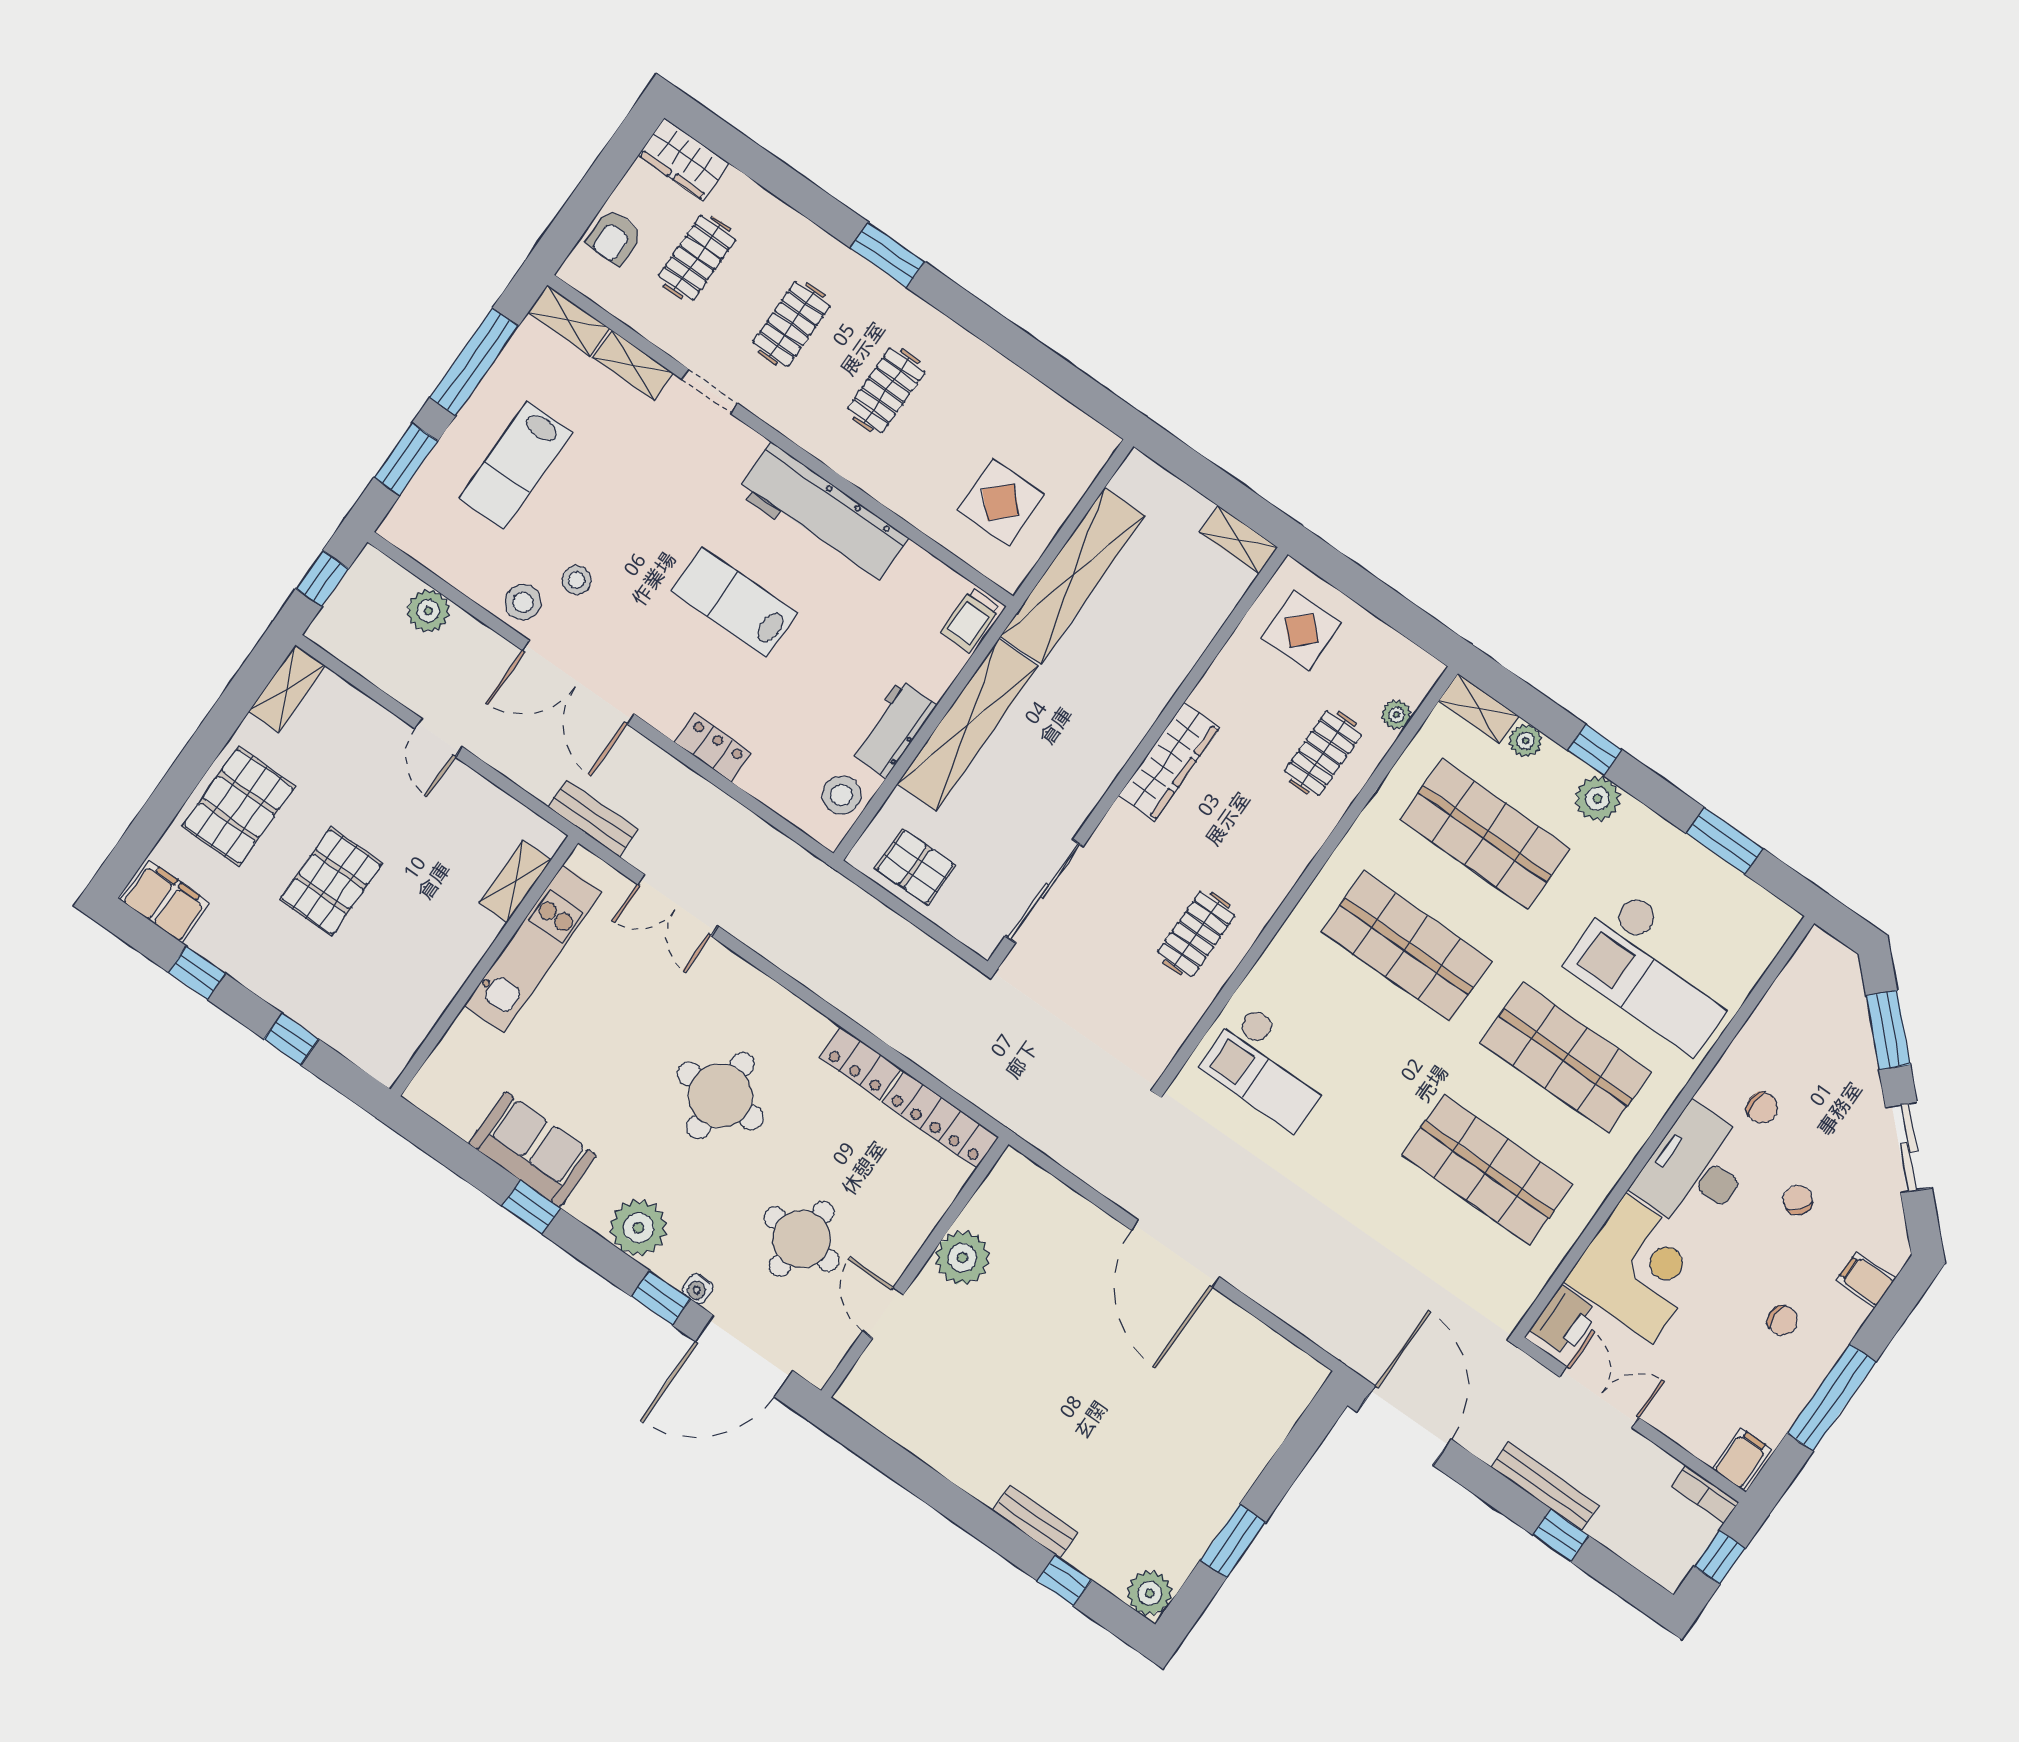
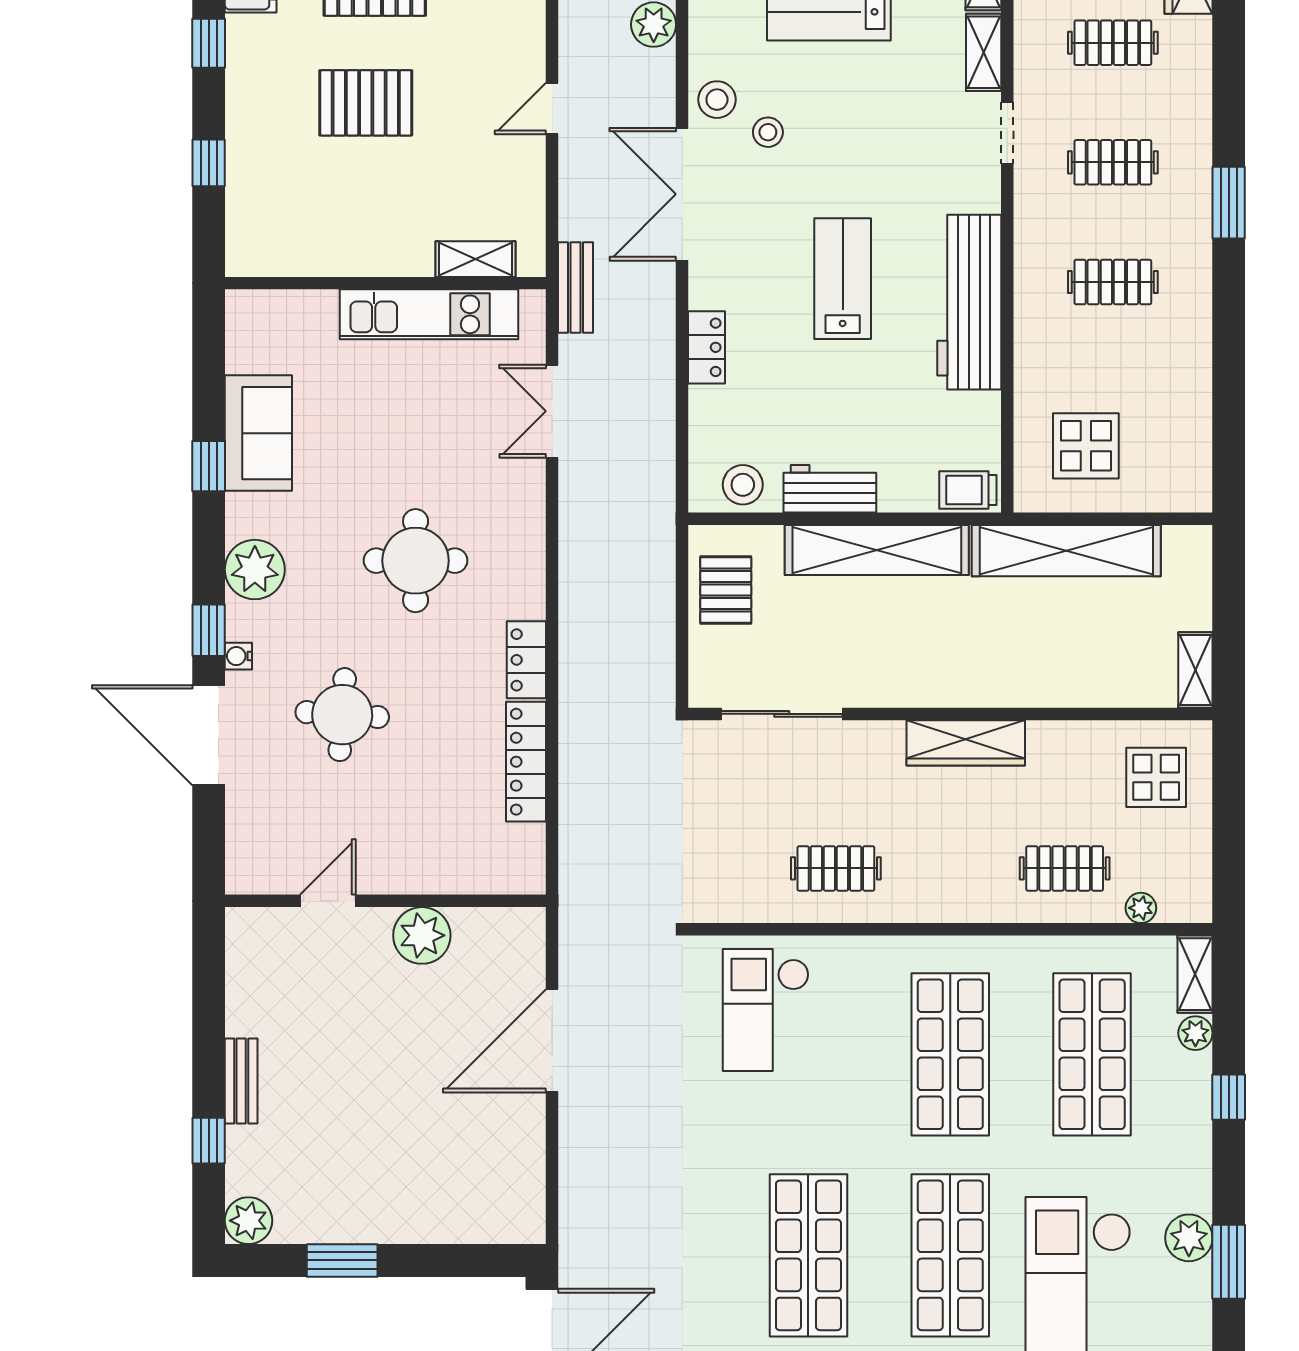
plant: (1597, 799) -> (1189, 1238), moved
plant: (962, 1258) -> (422, 935), moved
wall: (915, 1267) -> (385, 901), moved
door: (883, 1313) -> (328, 901), moved

